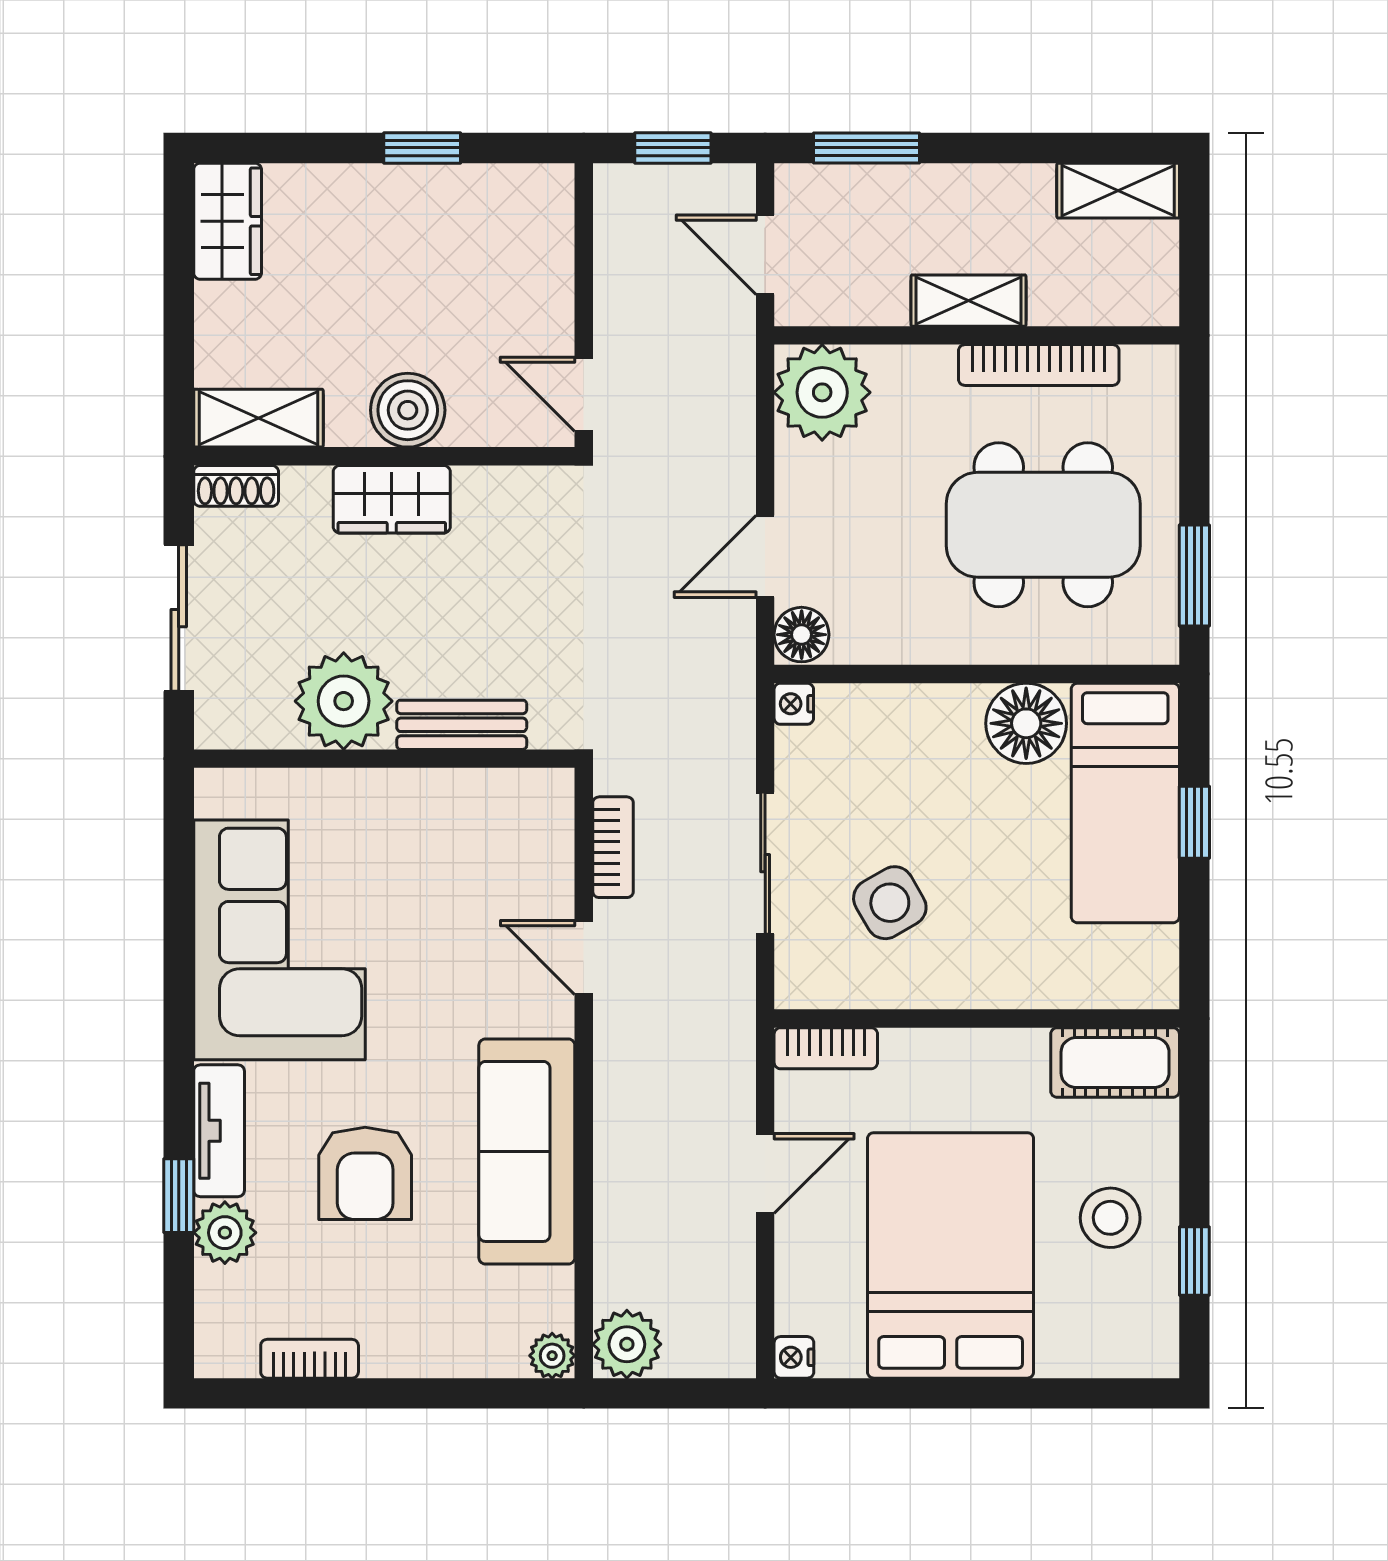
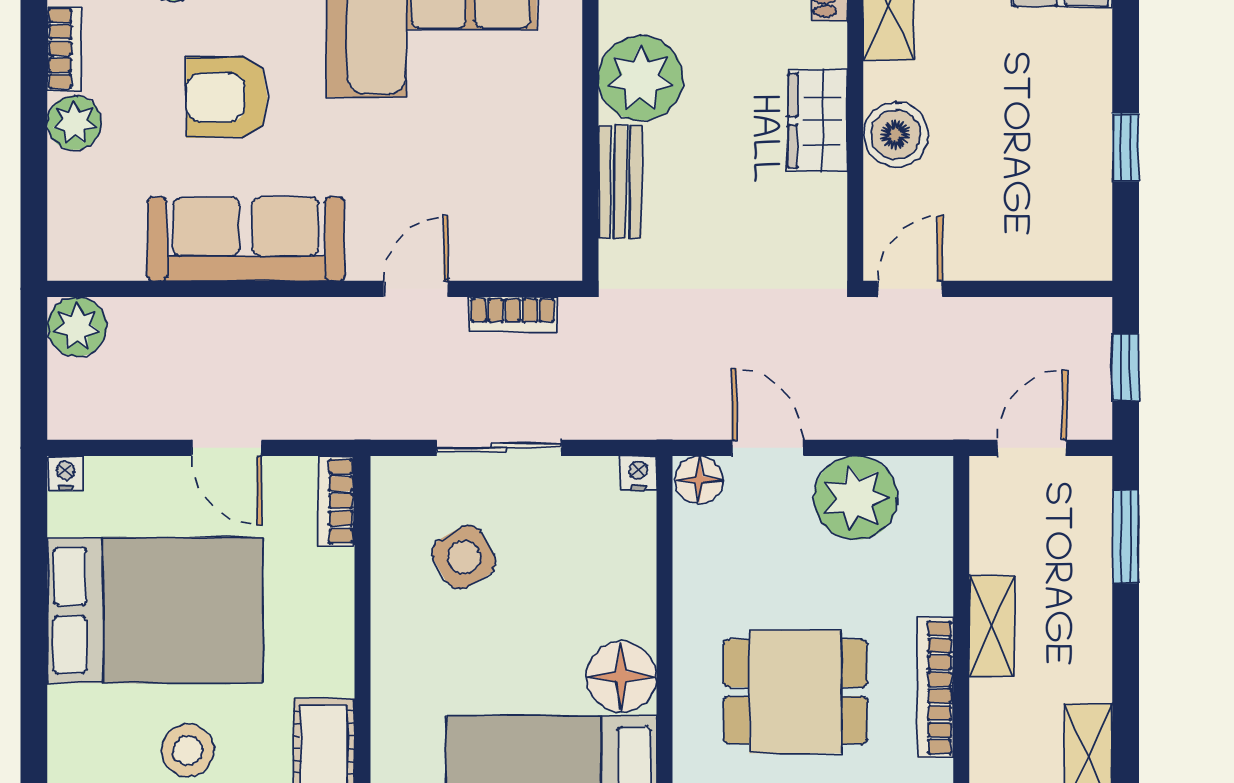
plant: (822, 392) -> (856, 498), moved
dining table: (1043, 525) -> (795, 692), width x0.73
plant: (552, 1356) -> (74, 123), moved, width x1.38, depth x1.38

